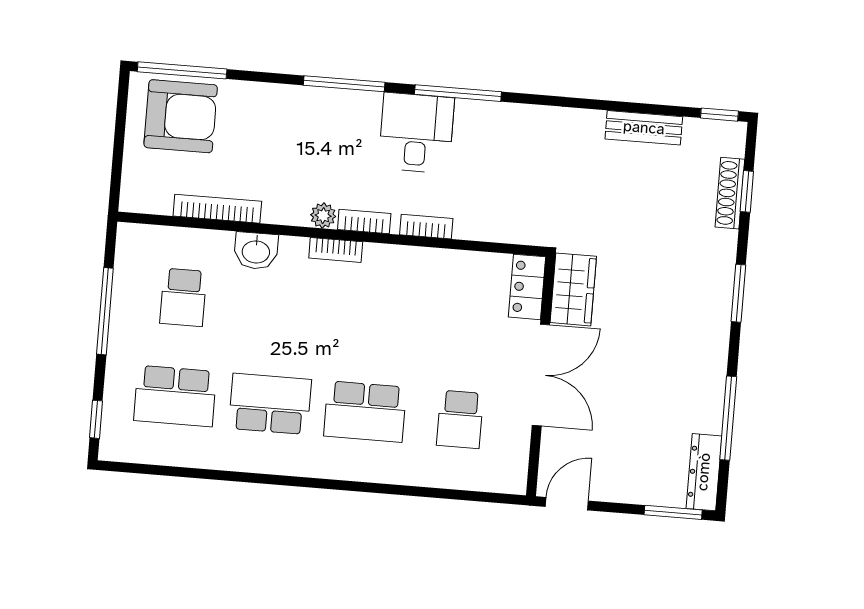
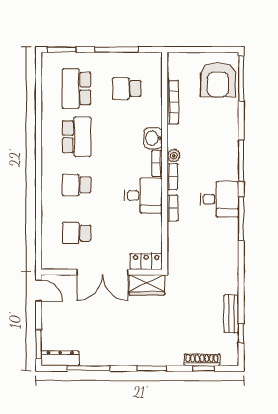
window: (719, 115) -> (241, 333), moved
washbasin: (256, 251) -> (153, 138), moved
desk: (397, 282) -> (143, 196), added
school desk: (365, 412) -> (77, 185), width x0.54
window: (96, 419) -> (62, 50), width x1.50

